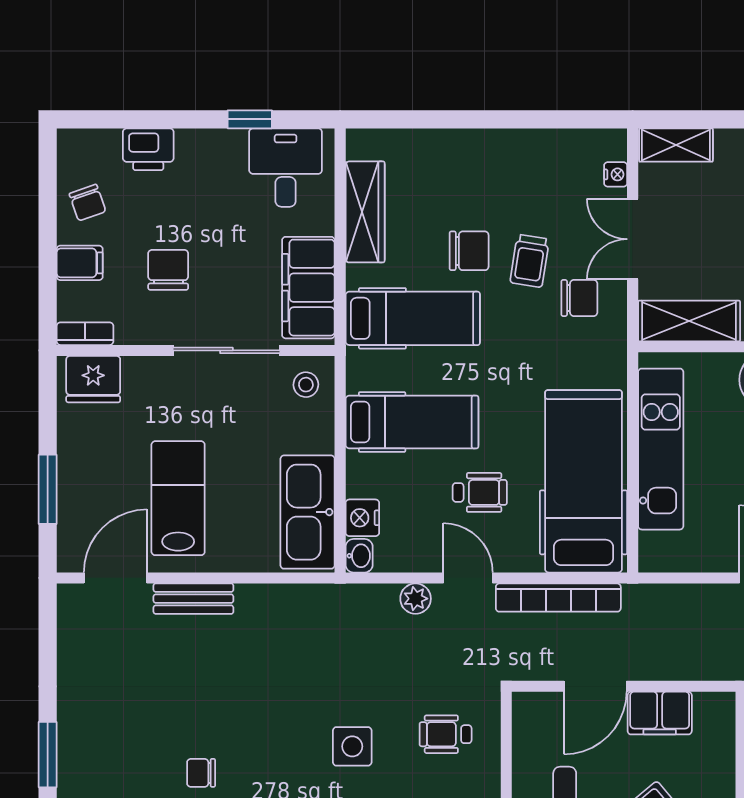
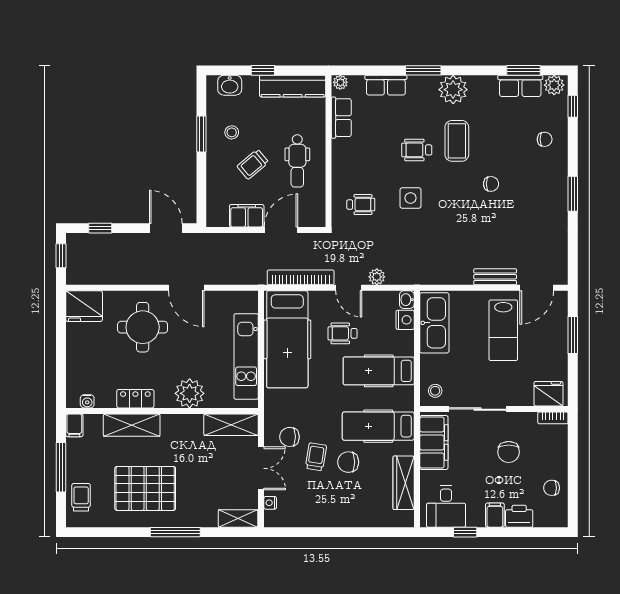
chair: (87, 203) -> (552, 488), turned -71
filing cabinet: (80, 263) -> (495, 515), moved, turned 90

